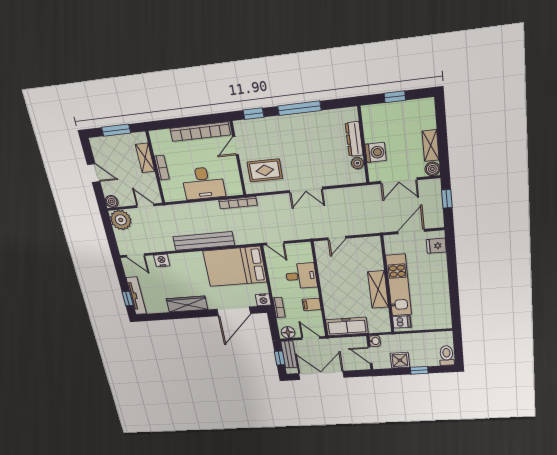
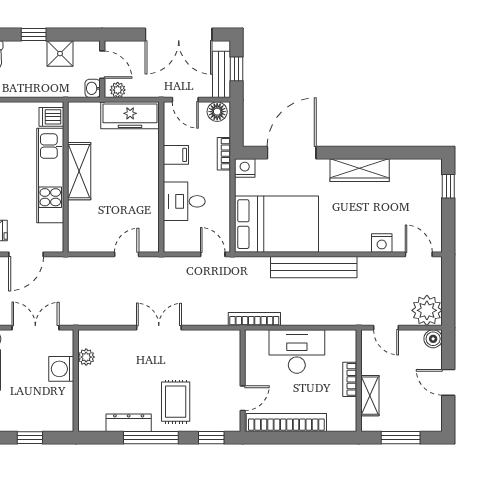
dresser: (354, 139) -> (129, 423), moved, turned -90
rug: (265, 170) -> (176, 402), moved, turned 90
tv unit: (136, 296) -> (434, 190), removed
plant: (357, 341) -> (118, 90), added

